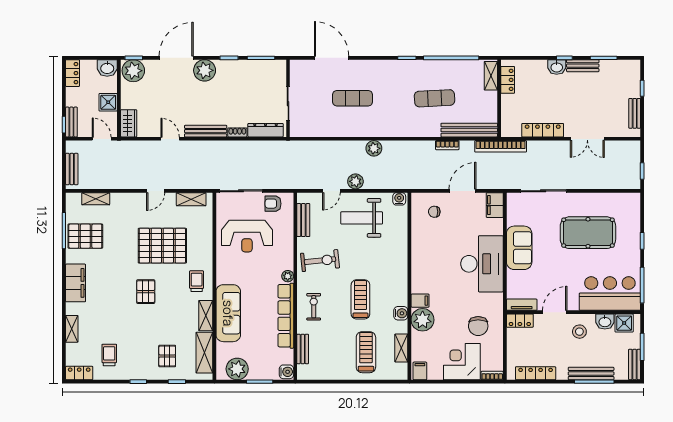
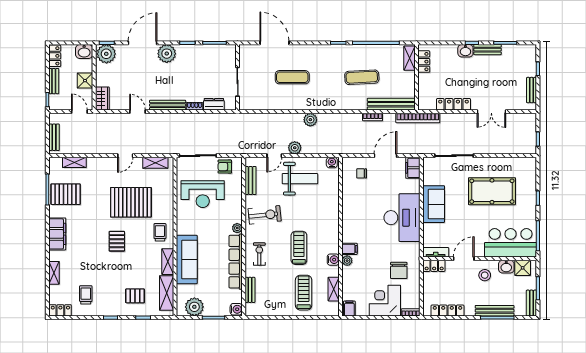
bench: (71, 122) -> (54, 81), moved
dresser: (266, 130) -> (214, 104), width x0.70
weight bench: (362, 218) -> (300, 179), turned 180
plant: (423, 320) -> (347, 261), width x0.53, depth x0.53
pallet: (167, 356) -> (135, 296), turned 90

